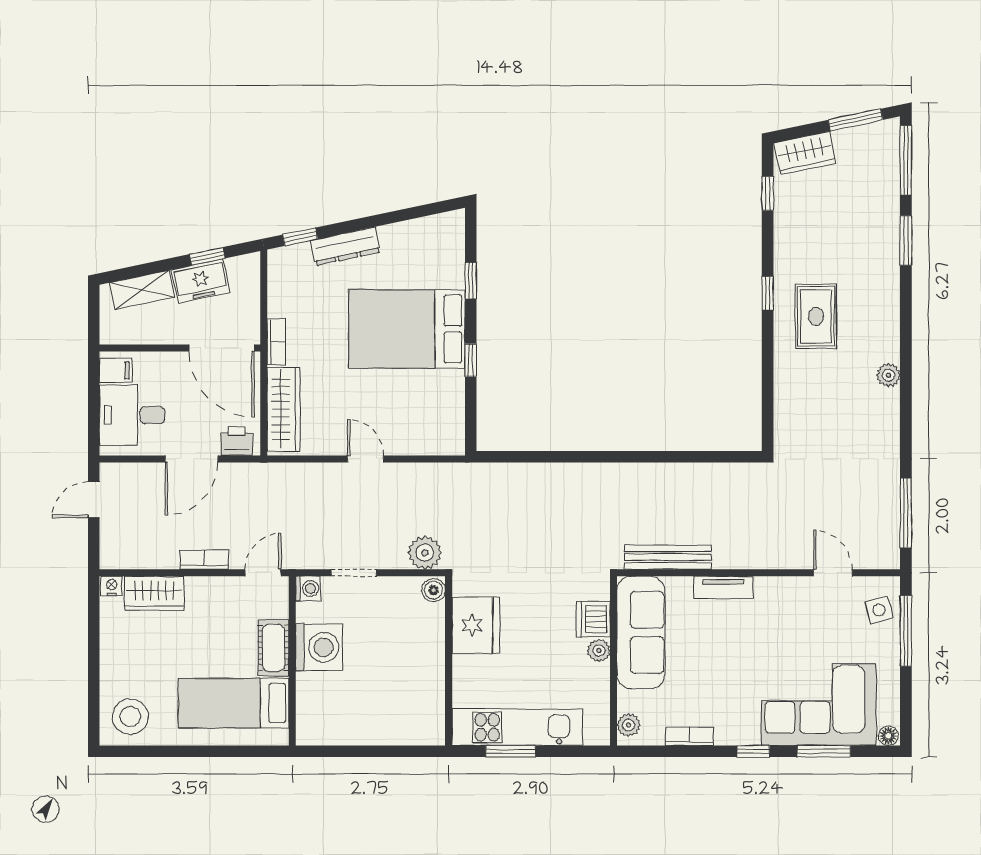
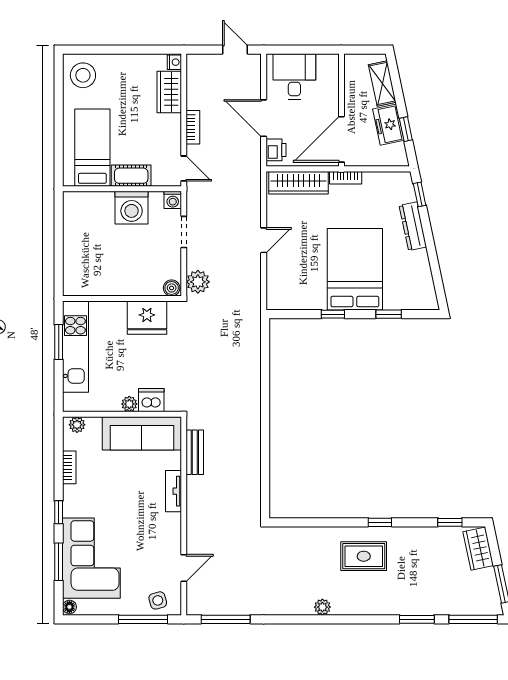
filing cabinet: (116, 370) -> (326, 65), removed
bench: (668, 557) -> (195, 452), width x0.73

